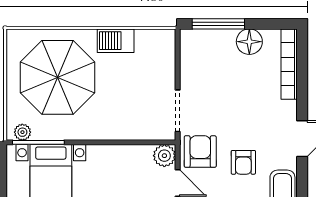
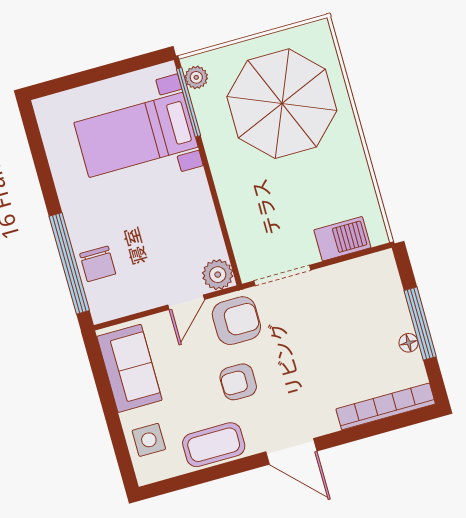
window: (218, 24) -> (420, 324), moved
barbecue: (116, 41) -> (342, 239), moved, turned 90
floor lamp: (249, 42) -> (409, 343), width x0.53, depth x0.53

